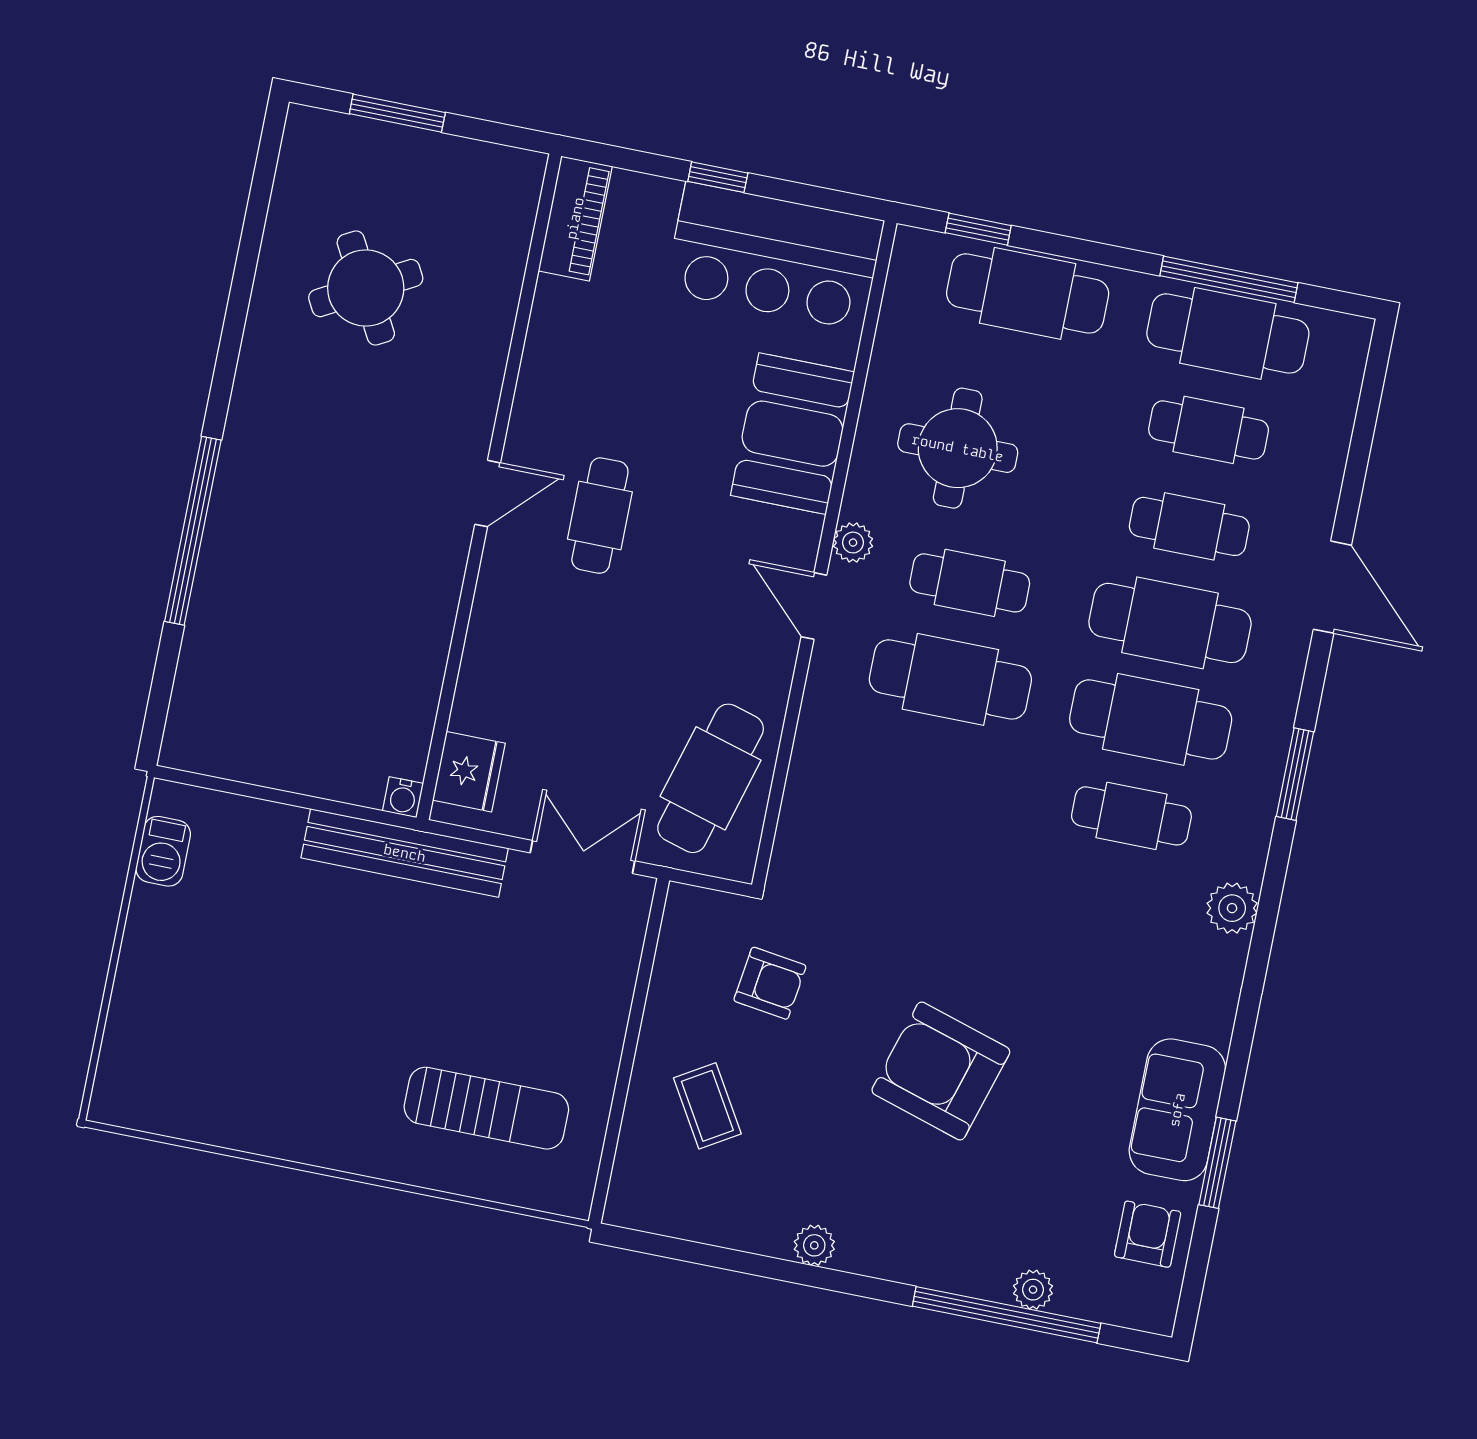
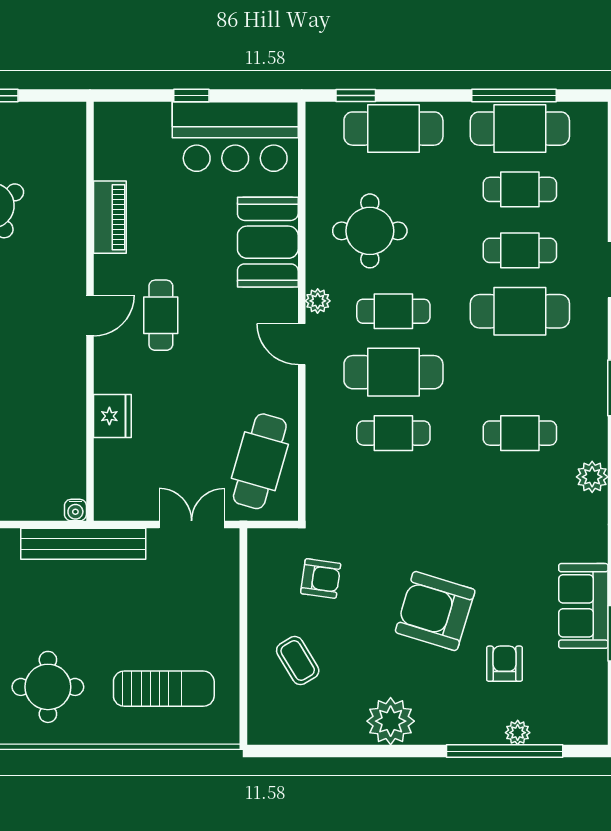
piano: (575, 218) -> (110, 217), moved
cafe table: (1151, 719) -> (393, 433), moved, width x0.73, depth x0.74
fridge: (469, 772) -> (112, 416), moved
round table: (303, 1069) -> (48, 687), added
armchair: (1148, 1234) -> (505, 664), moved
plant: (814, 1245) -> (391, 721), width x1.87, depth x1.87

